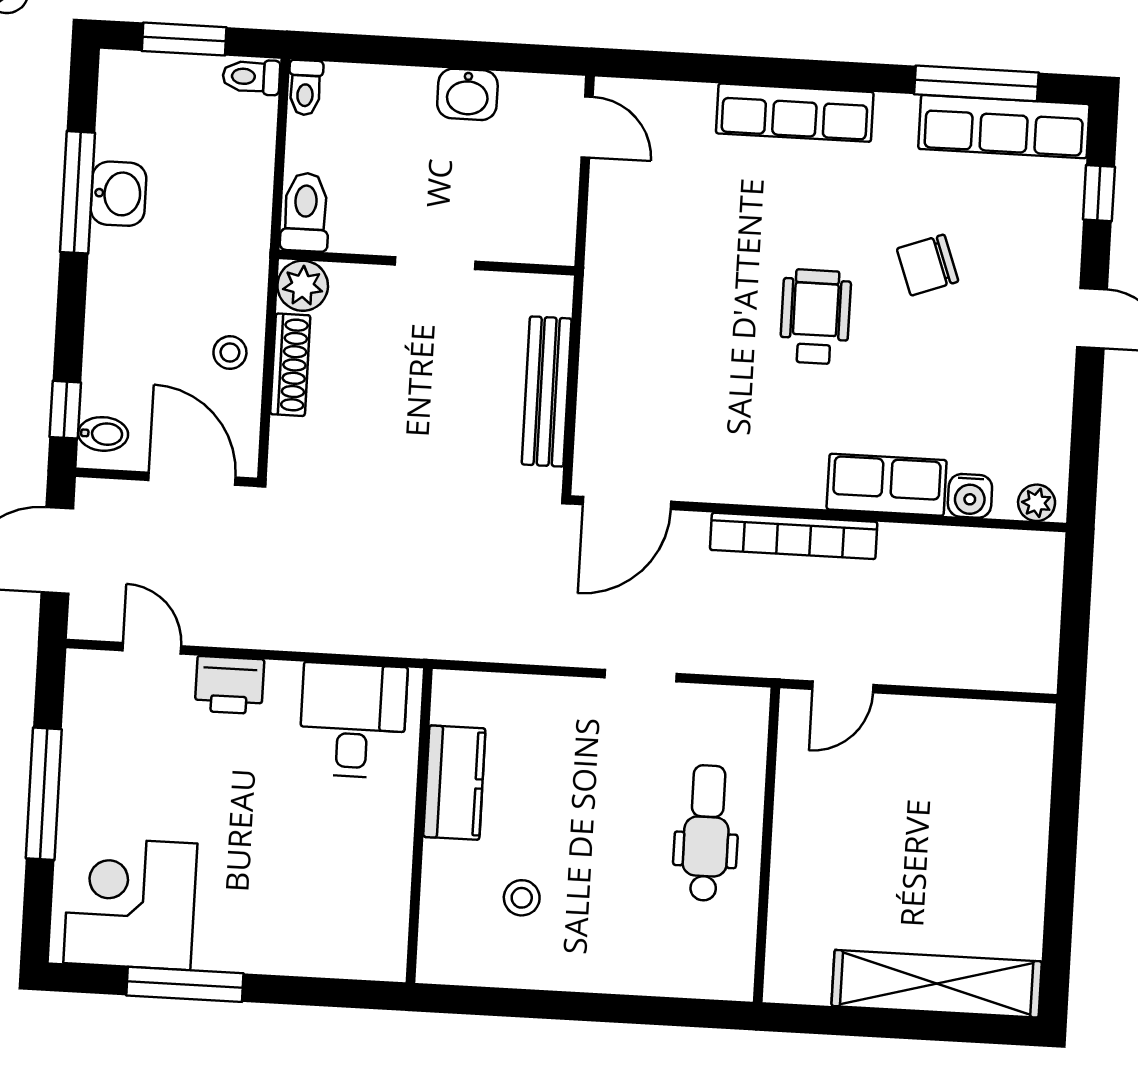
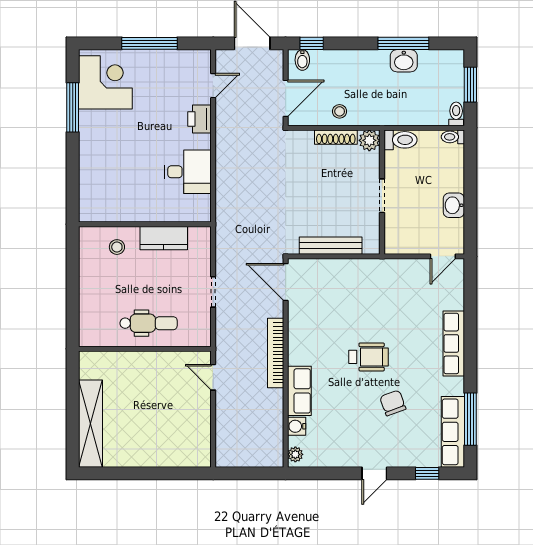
kitchen counter: (454, 783) -> (164, 238), moved
wall: (419, 826) -> (145, 224), moved

